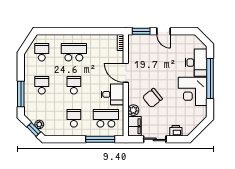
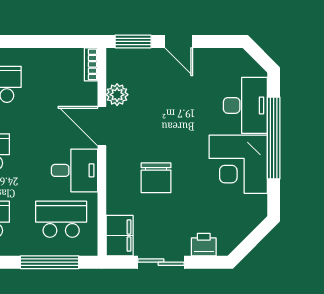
chair: (152, 98) -> (156, 178), turned -51
plant: (133, 110) -> (117, 95), moved

